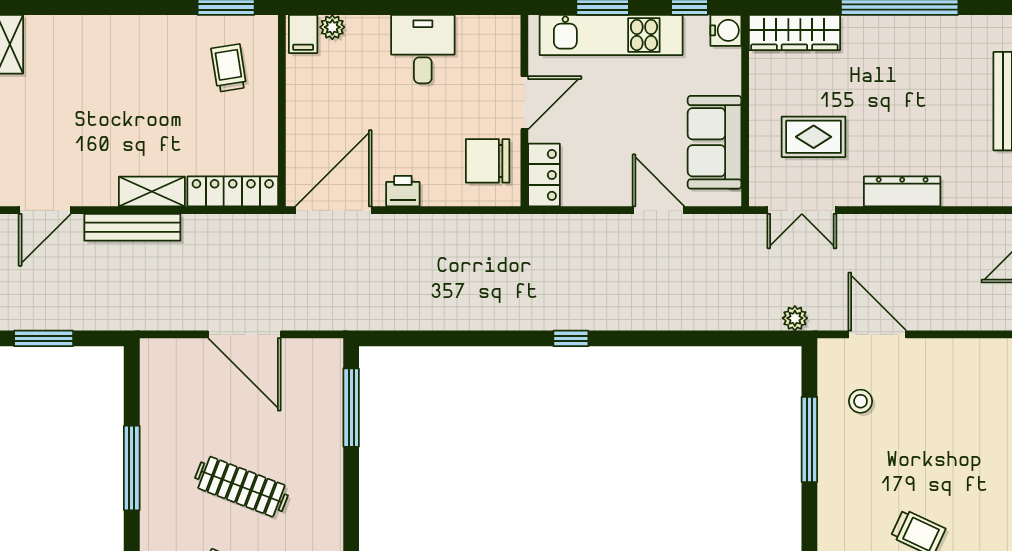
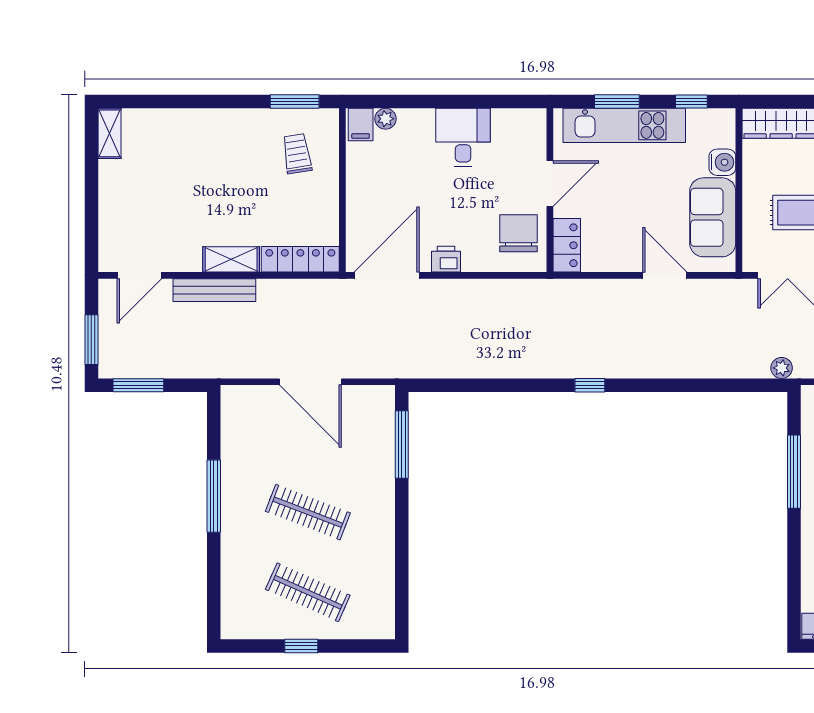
water cooler: (726, 30) -> (722, 162), moved
chair: (488, 161) -> (519, 233), turned 90

